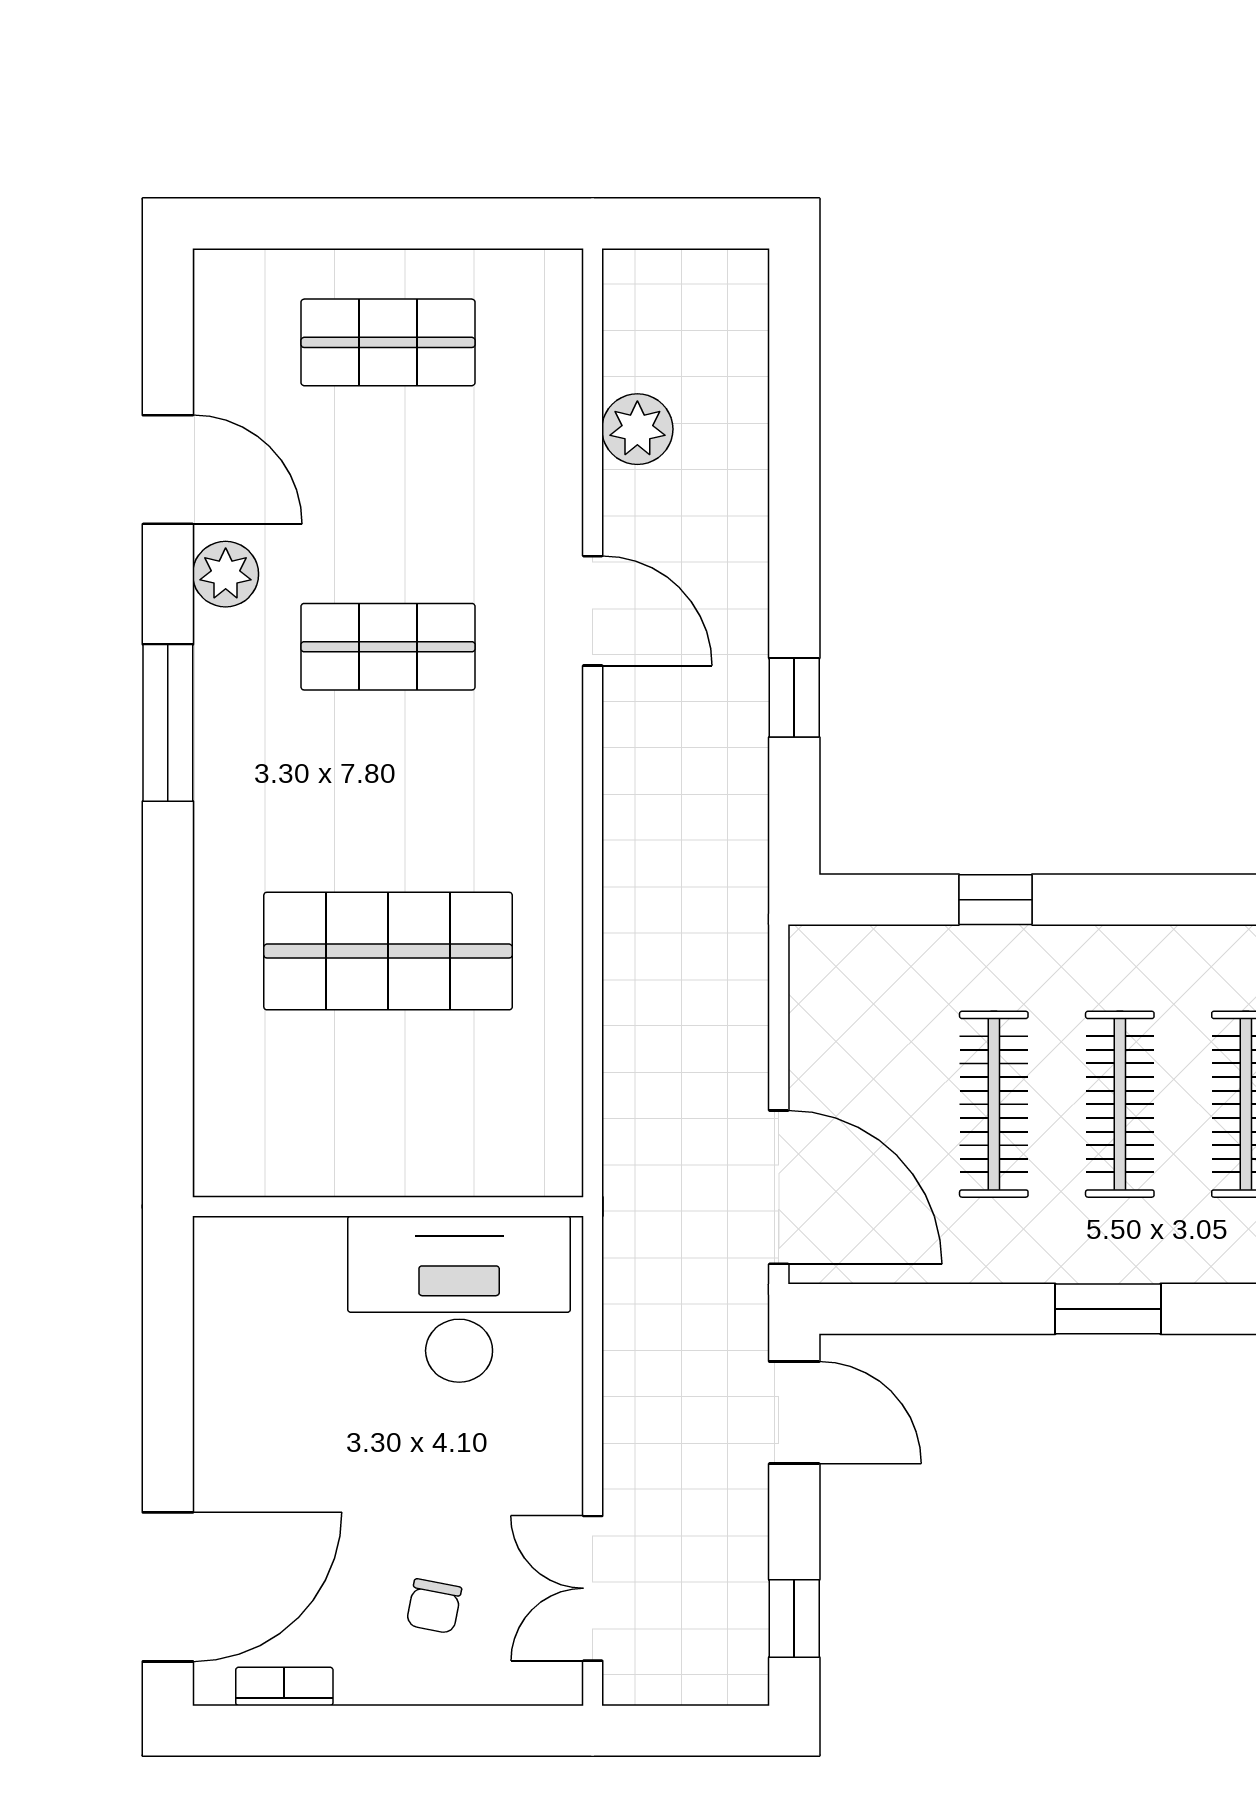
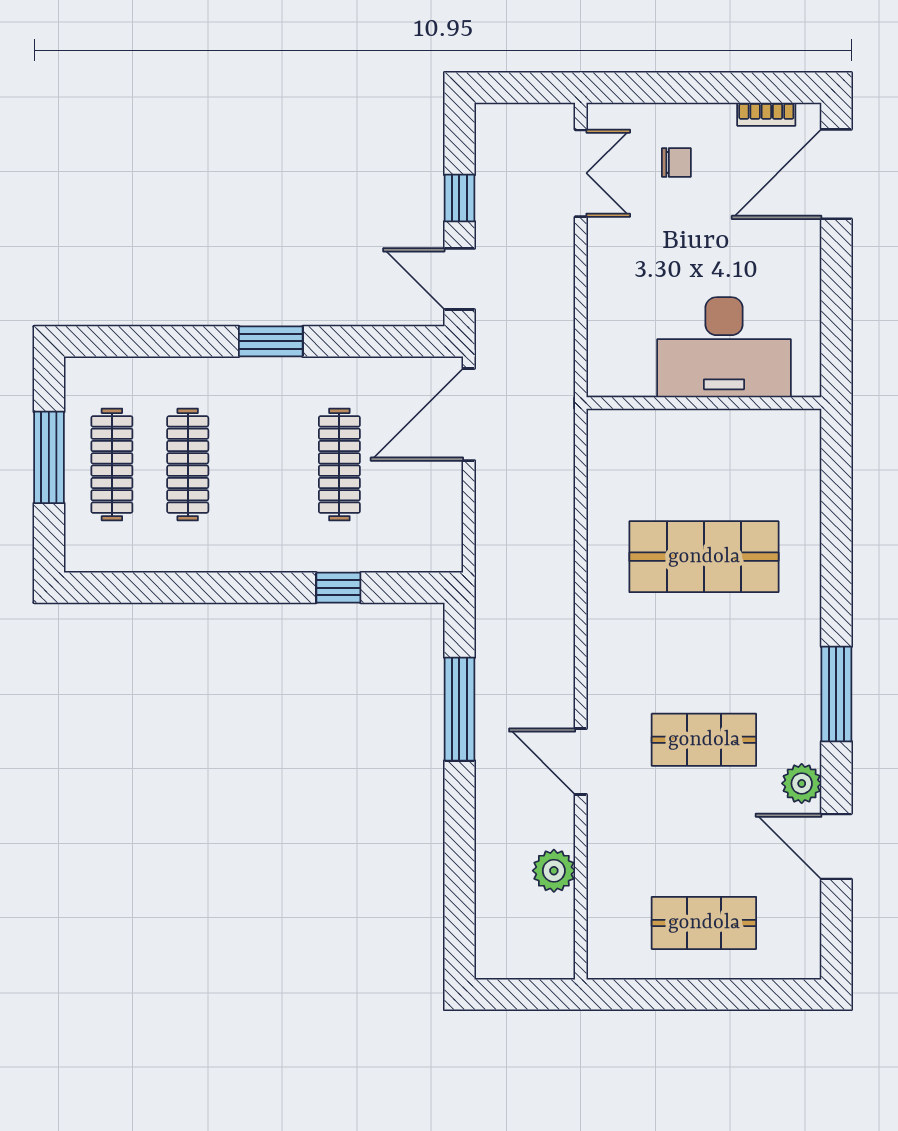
window: (794, 698) -> (459, 709), width x2.17
clothes rail: (1120, 1104) -> (264, 465), removed
door: (779, 1187) -> (469, 415), hinge flipped
desk: (459, 1299) -> (724, 347), moved
chair: (434, 1606) -> (676, 162), turned 79
window: (794, 1619) -> (459, 198), moved

